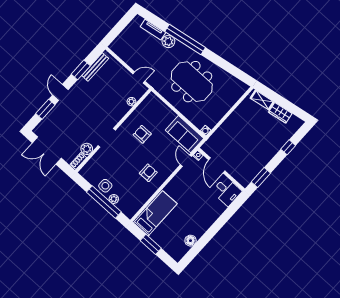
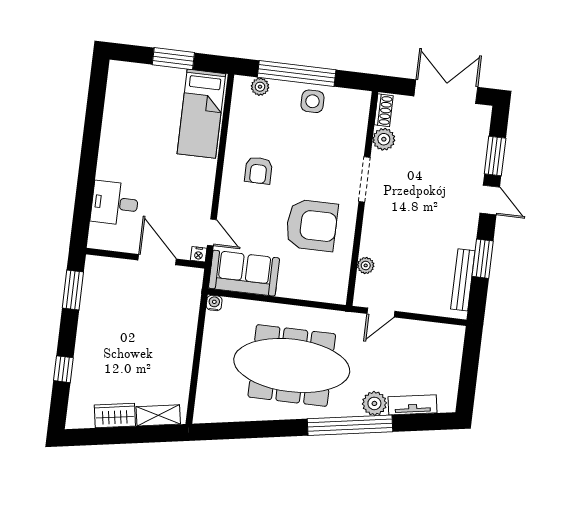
meeting table: (192, 82) -> (292, 365), width x1.36
armchair: (142, 134) -> (312, 225), width x1.88, depth x1.88
desk: (227, 192) -> (115, 203), moved
plant: (114, 199) -> (260, 87), moved
floor lamp: (191, 241) -> (114, 110), removed

